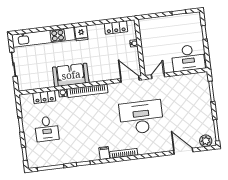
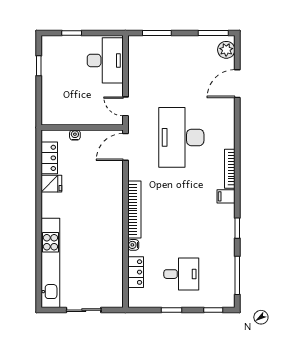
fridge: (81, 33) -> (51, 184), moved
sofa: (71, 75) -> (109, 230), removed

